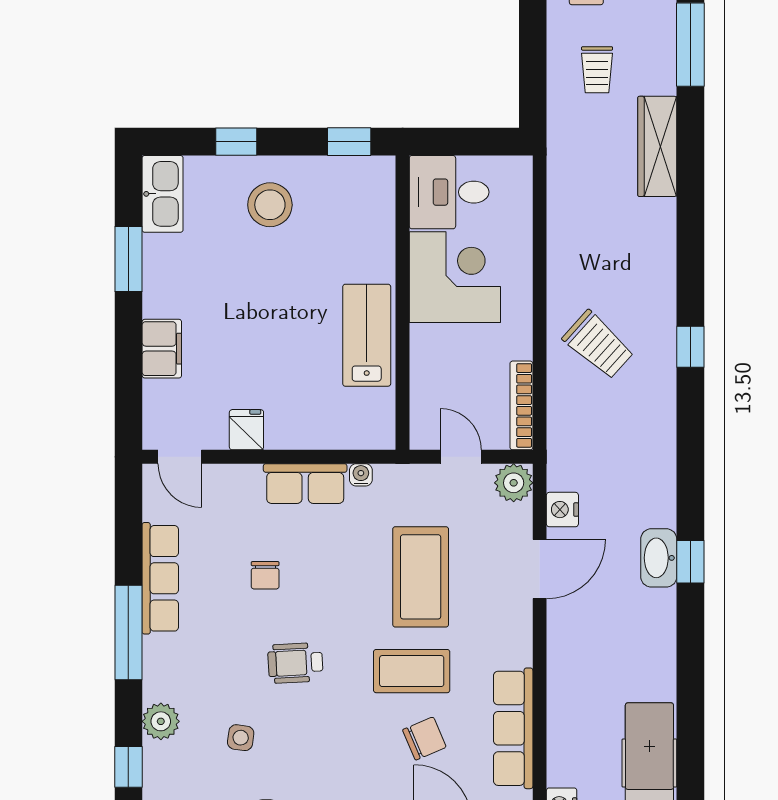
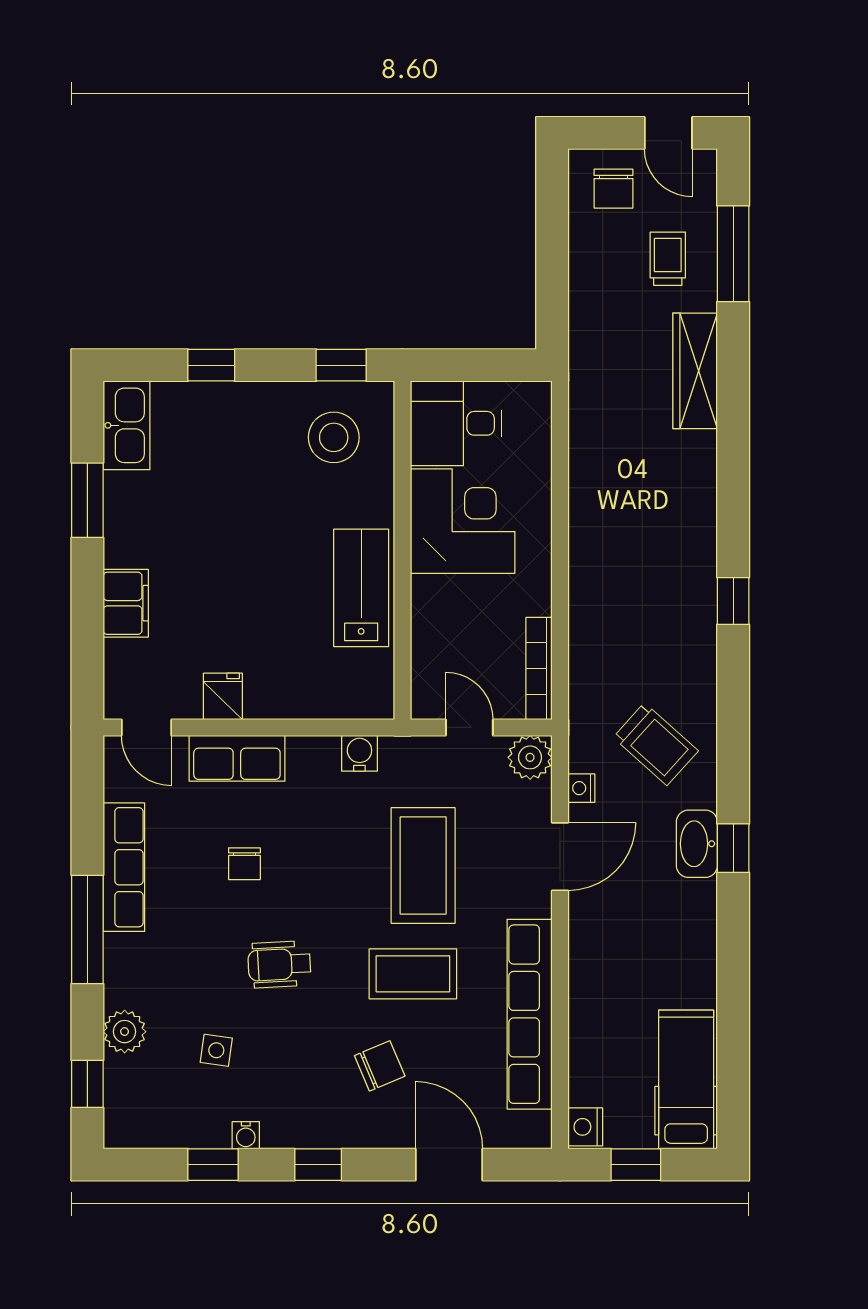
trolley: (597, 70) -> (668, 259), moved, turned 180
stool: (270, 205) -> (334, 437), moved
trolley: (598, 345) -> (656, 744), moved
water cooler: (361, 475) -> (359, 753), width x1.38, depth x1.38
row of seats: (305, 484) -> (237, 758), moved
nightstand: (562, 510) -> (581, 788), width x0.72, depth x0.74
row of seats: (513, 728) -> (530, 1014), width x1.36
chair: (424, 738) -> (380, 1066), moved

